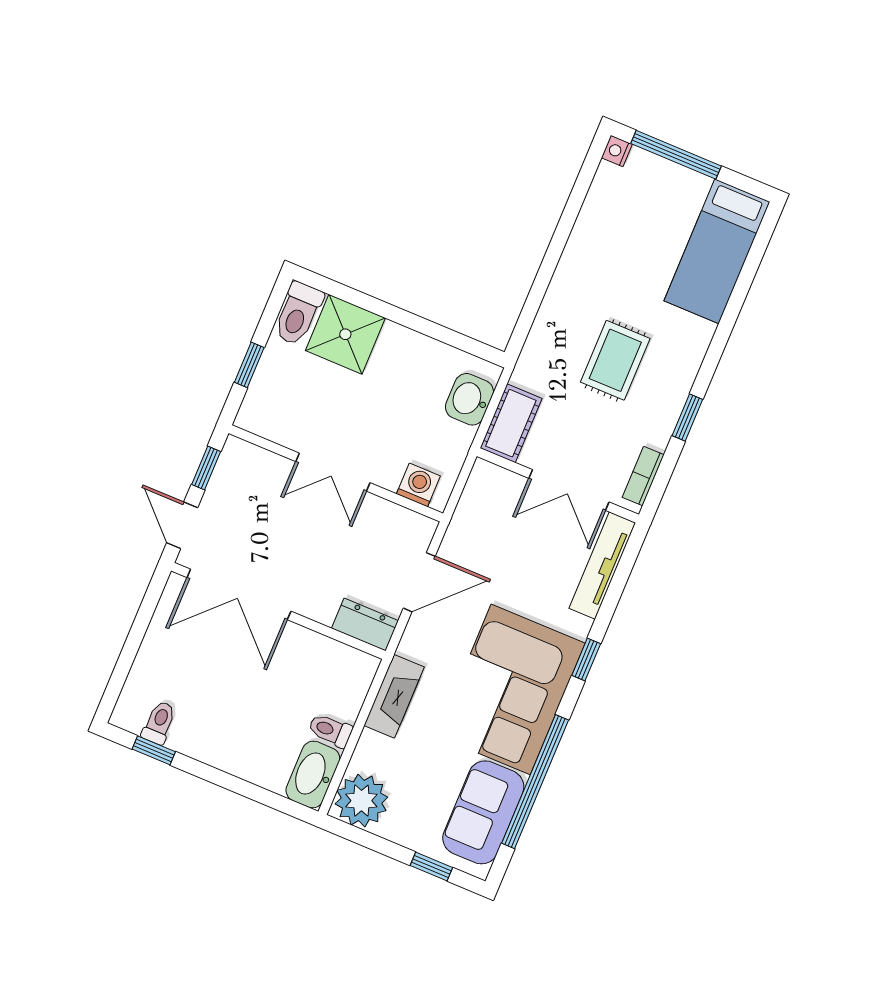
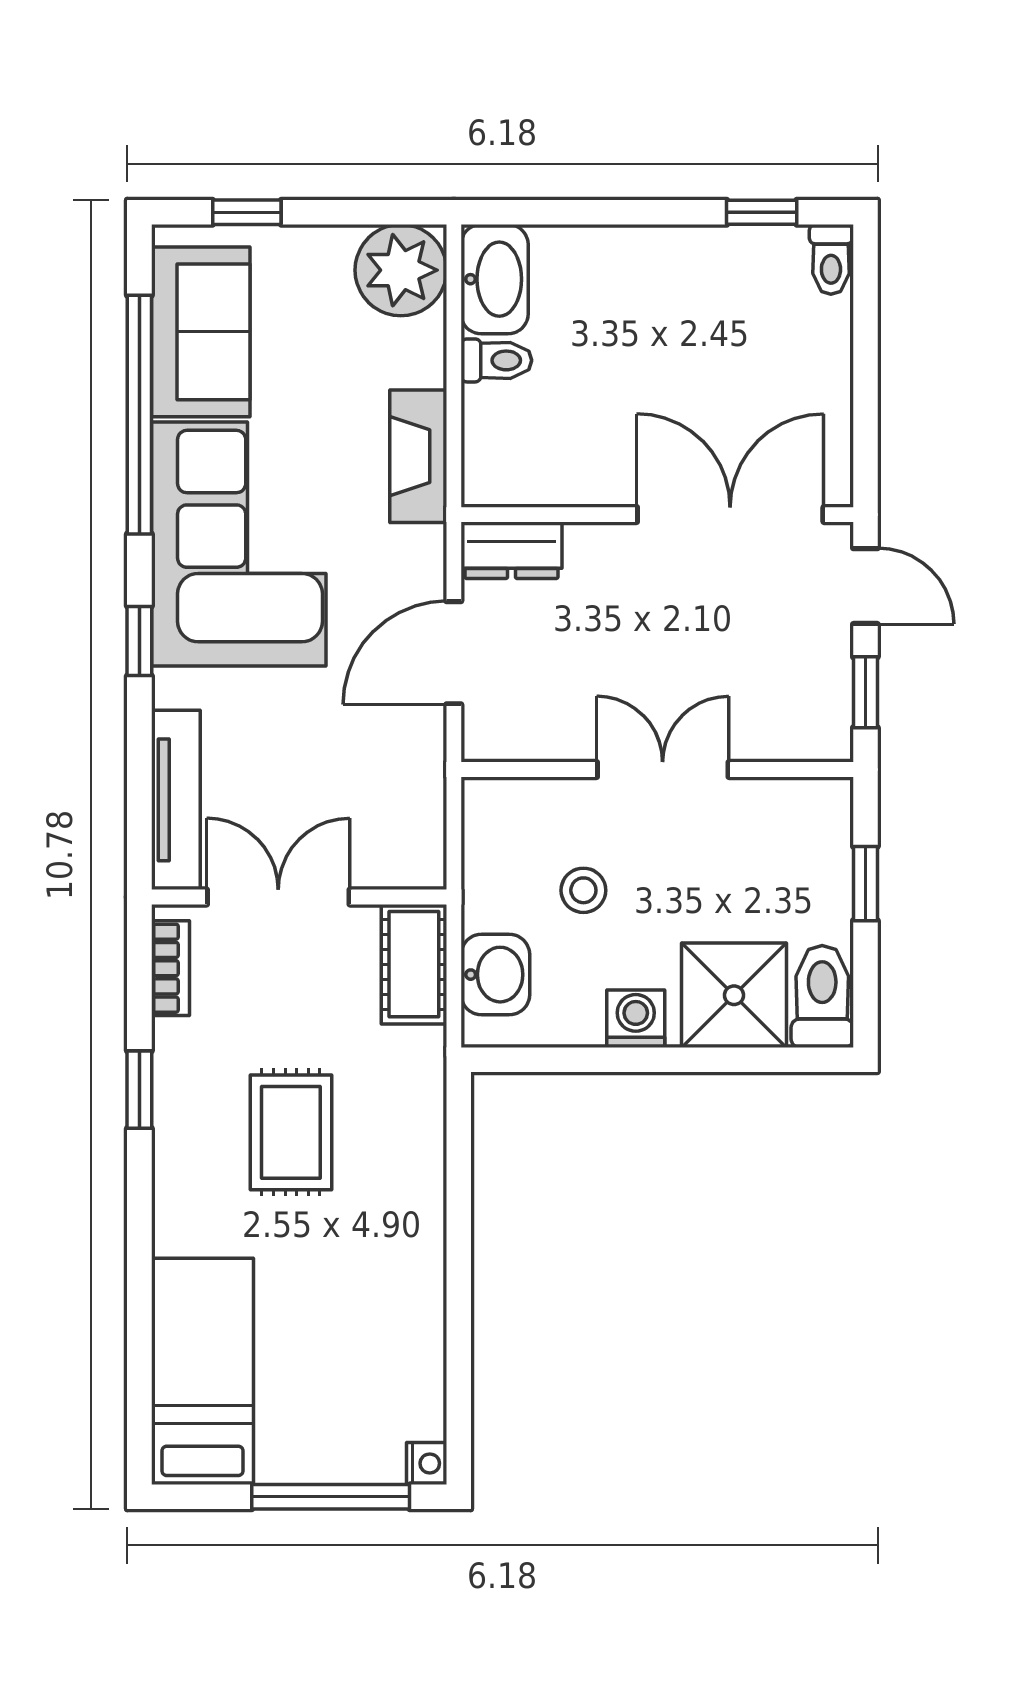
stool: (403, 425) -> (583, 890), added
washing machine: (418, 485) -> (636, 1019), moved, turned 180
toilet: (159, 723) -> (831, 259), moved

